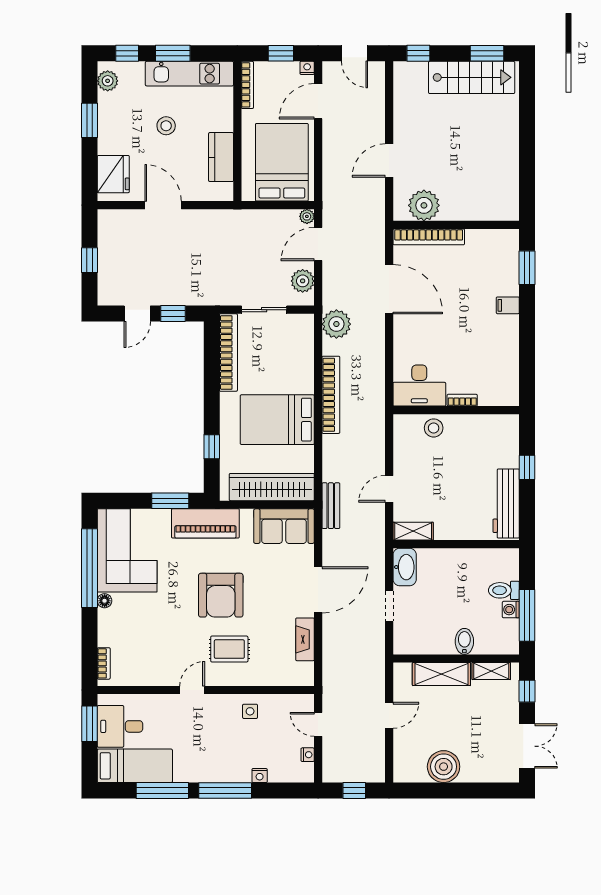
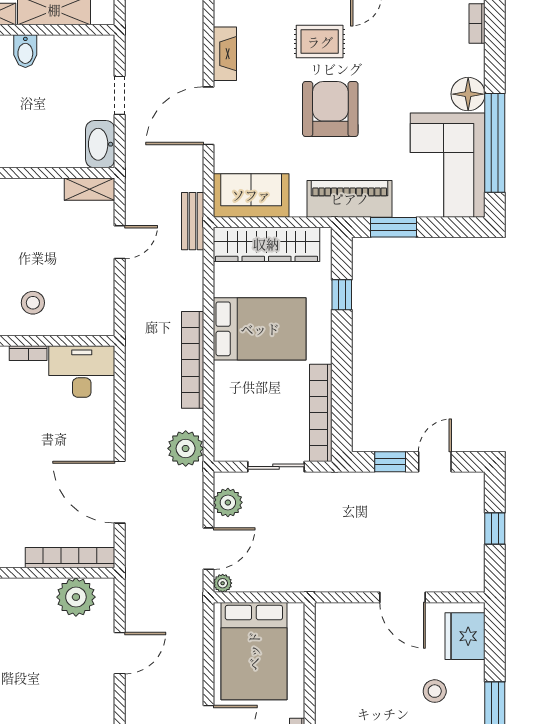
stool: (166, 126) -> (435, 691), moved
kitchen counter: (221, 157) -> (330, 658), removed
stool: (434, 428) -> (33, 303), moved
floor lamp: (105, 601) -> (468, 94), width x1.89, depth x1.89

